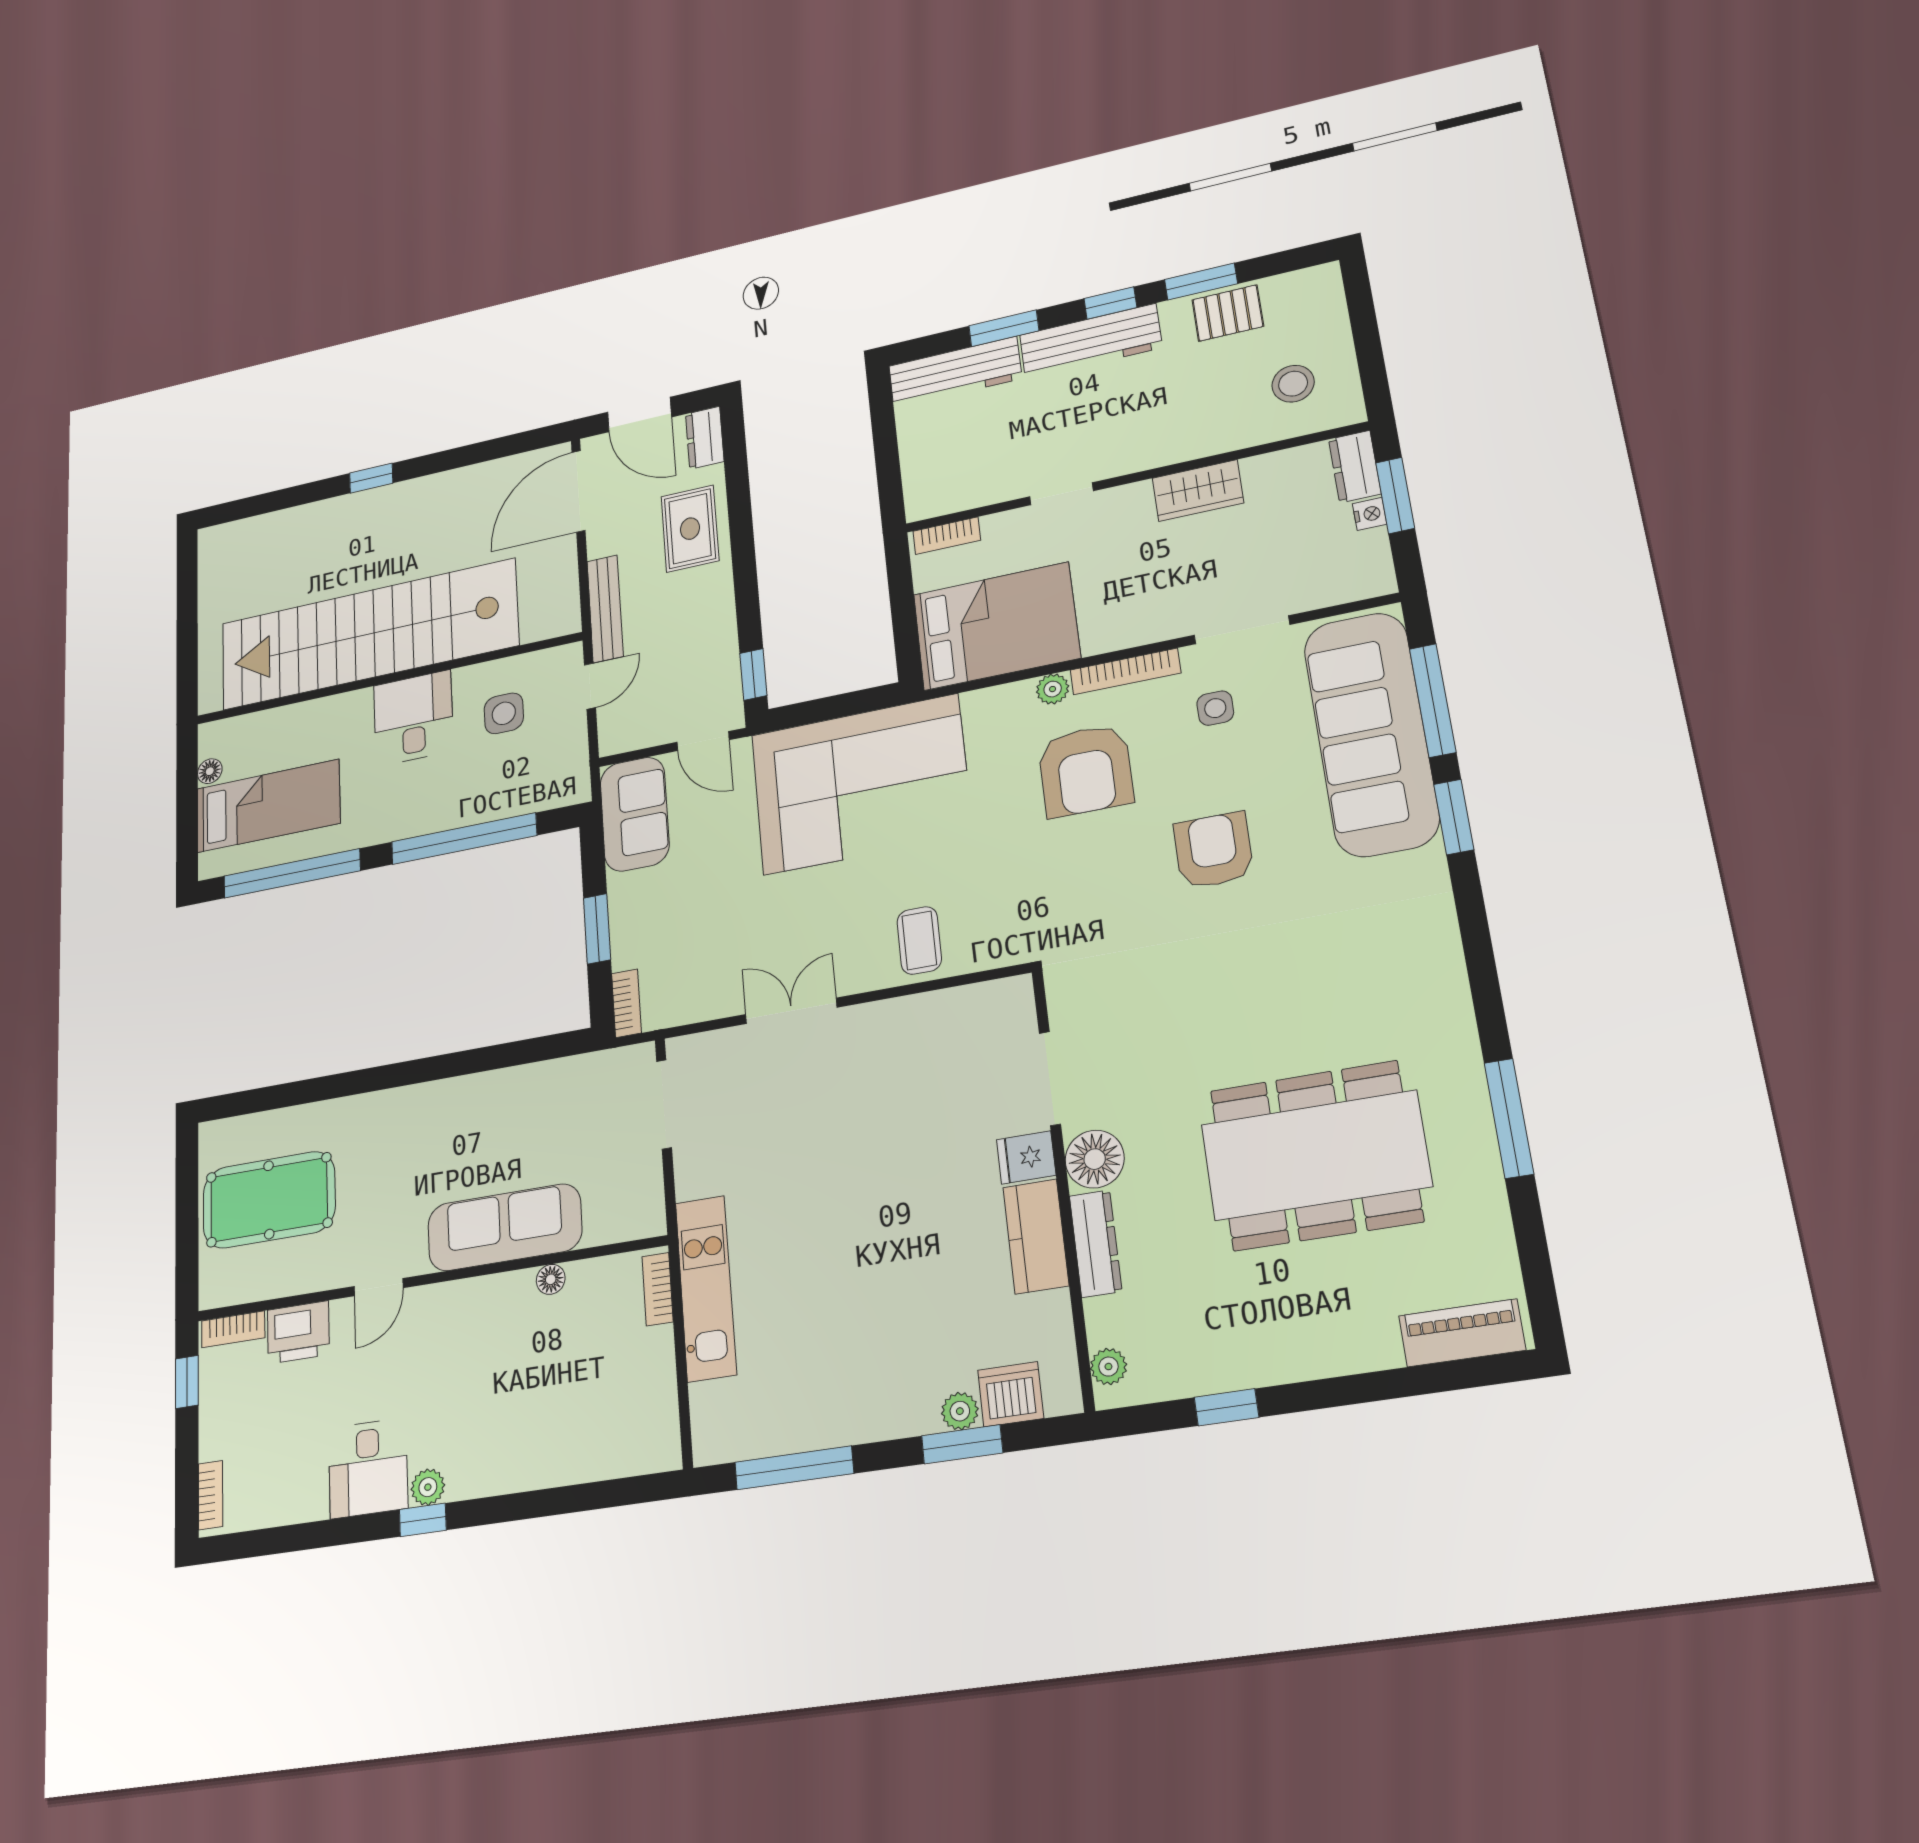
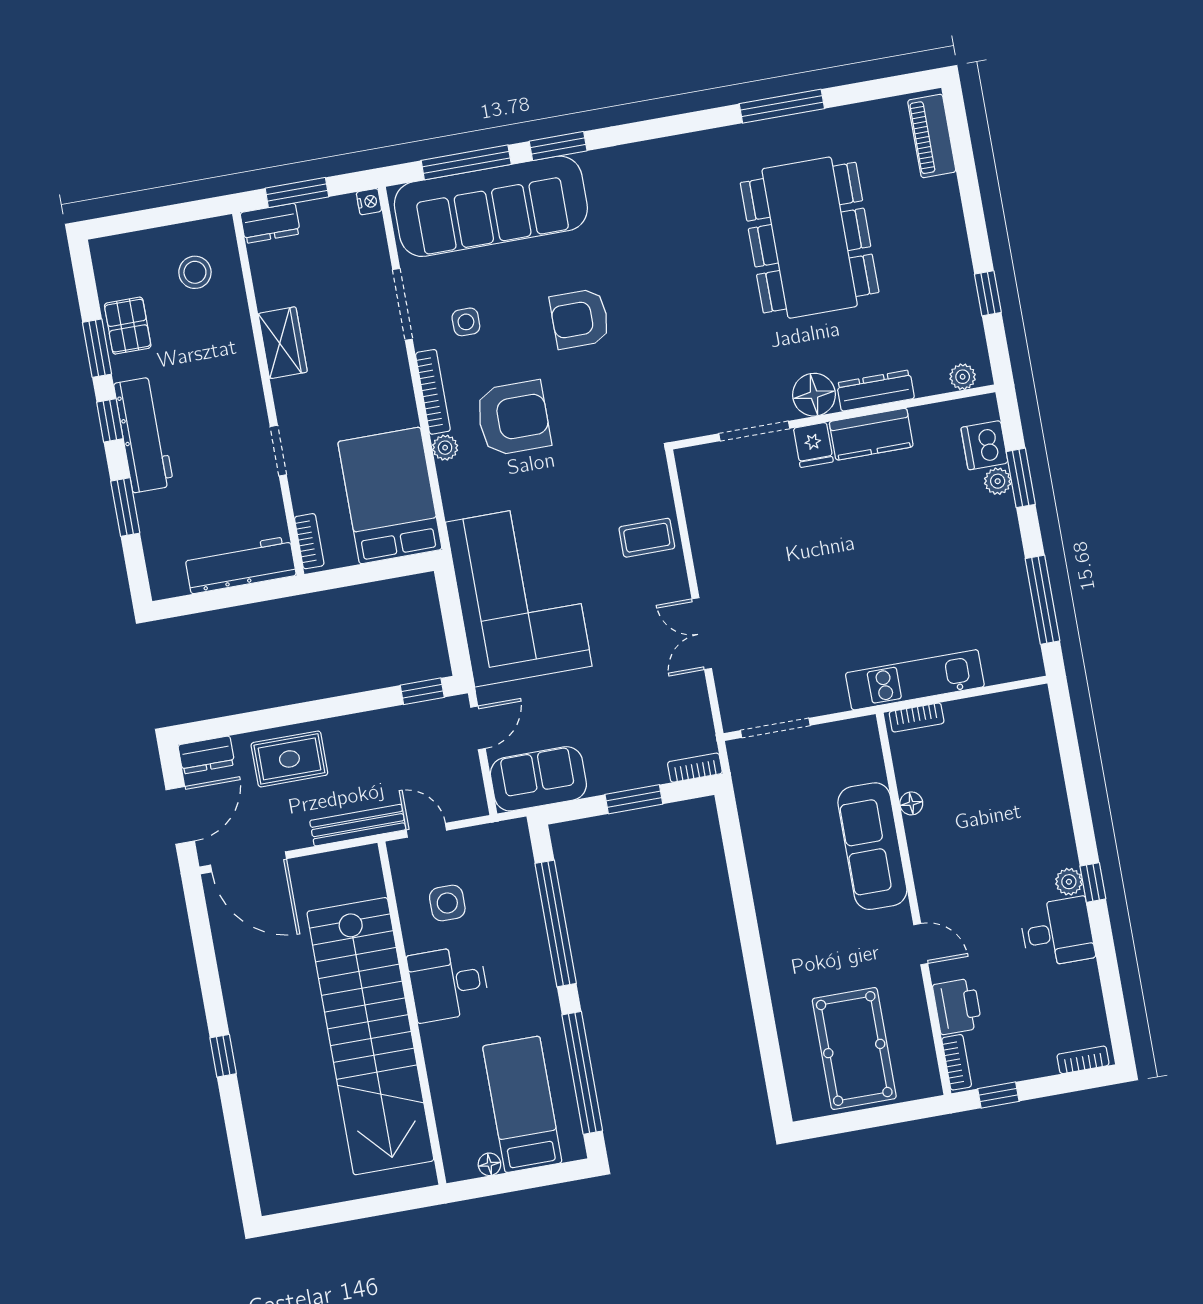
workbench: (955, 372) -> (240, 565), moved, turned -90
nightstand: (1370, 514) -> (369, 202), moved, turned 90

